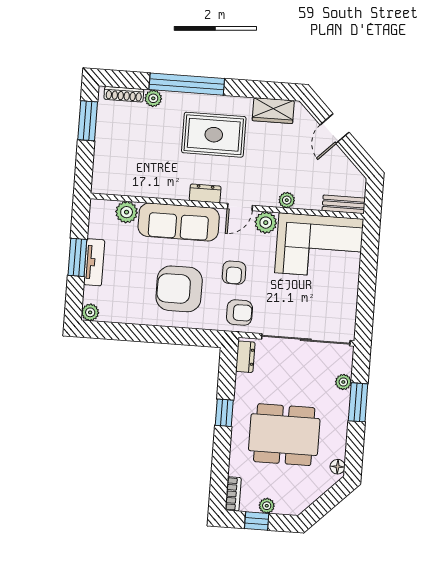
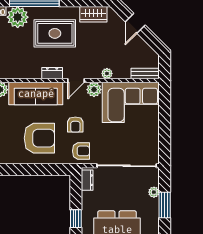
plant: (153, 98) -> (18, 17), width x1.88, depth x1.88
armchair: (179, 289) -> (39, 138), turned 180

